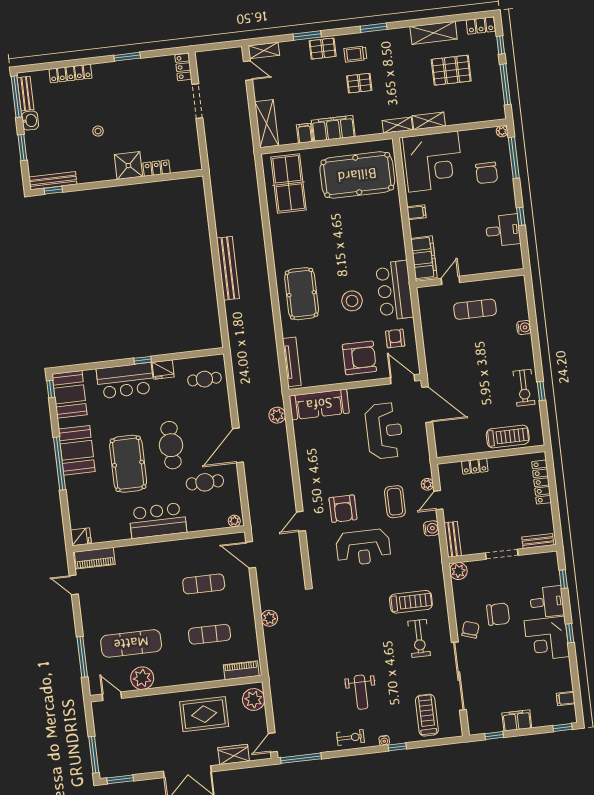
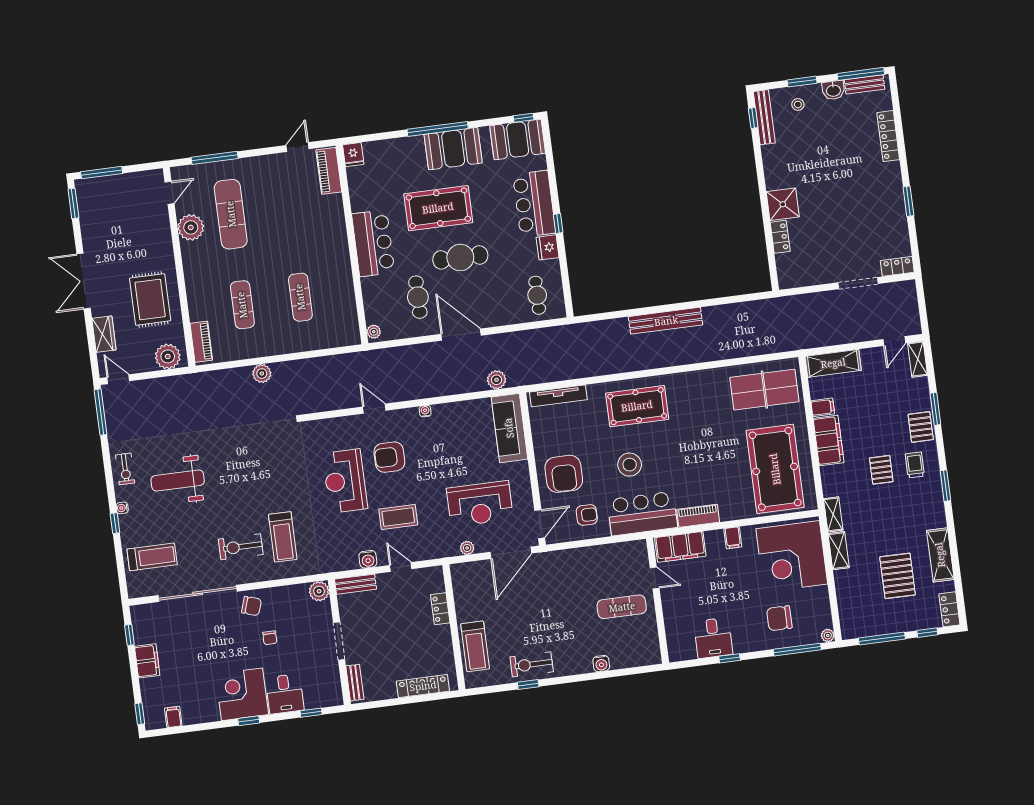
stool: (98, 131) -> (798, 104), moved
piano: (397, 242) -> (698, 516), added
exercise mat: (475, 309) -> (622, 607), turned 90
water cooler: (304, 477) -> (425, 411), added
plant: (427, 484) -> (467, 548), moved
door: (251, 555) -> (335, 351), removed
chair: (498, 614) -> (270, 638), width x0.54, depth x0.54
weight bench: (361, 692) -> (178, 481), width x1.36, depth x1.33

